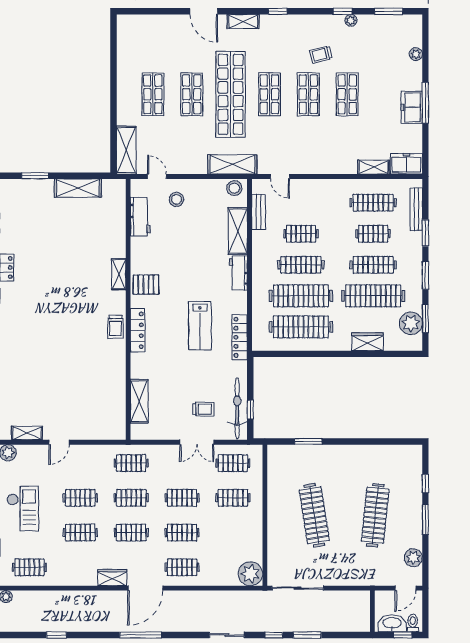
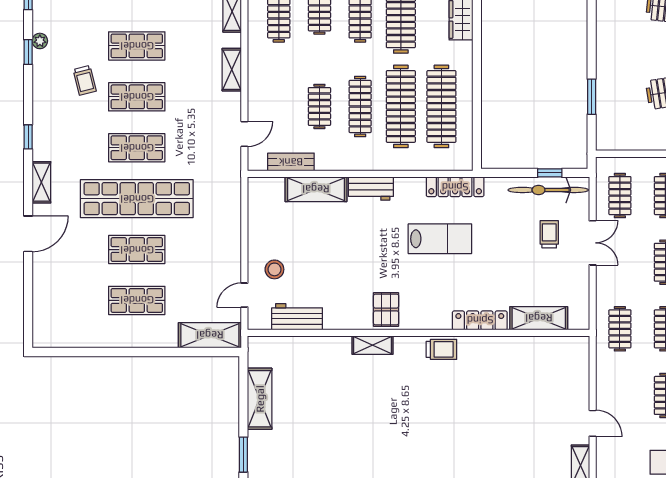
shelving: (232, 164) -> (232, 70), moved, width x0.67, depth x0.75
stool: (234, 188) -> (260, 194), removed
locker: (138, 330) -> (480, 320), moved

